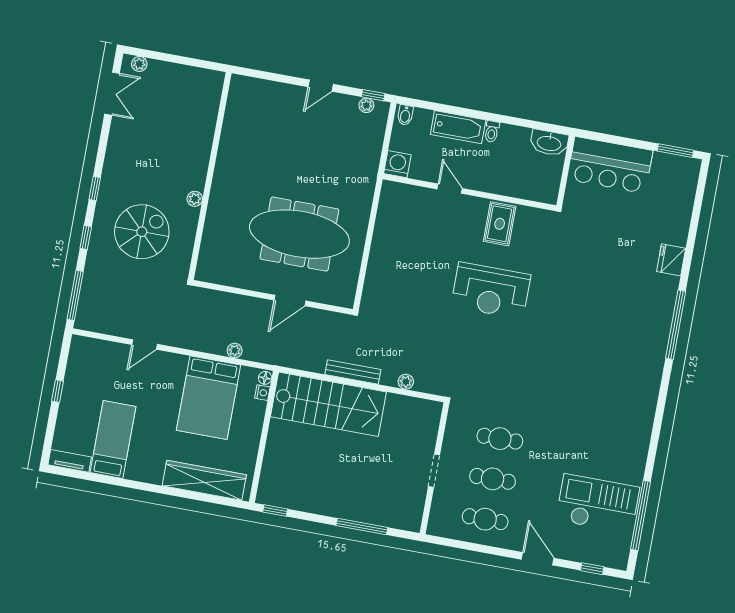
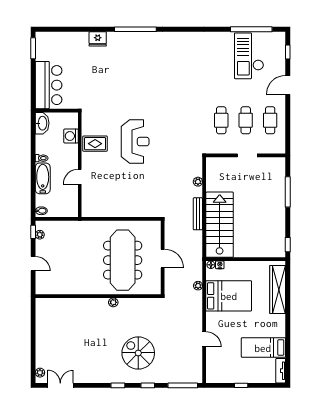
washing machine: (397, 164) -> (71, 136), moved
wall: (210, 176) -> (98, 296), moved
plant: (195, 199) -> (113, 302), moved

